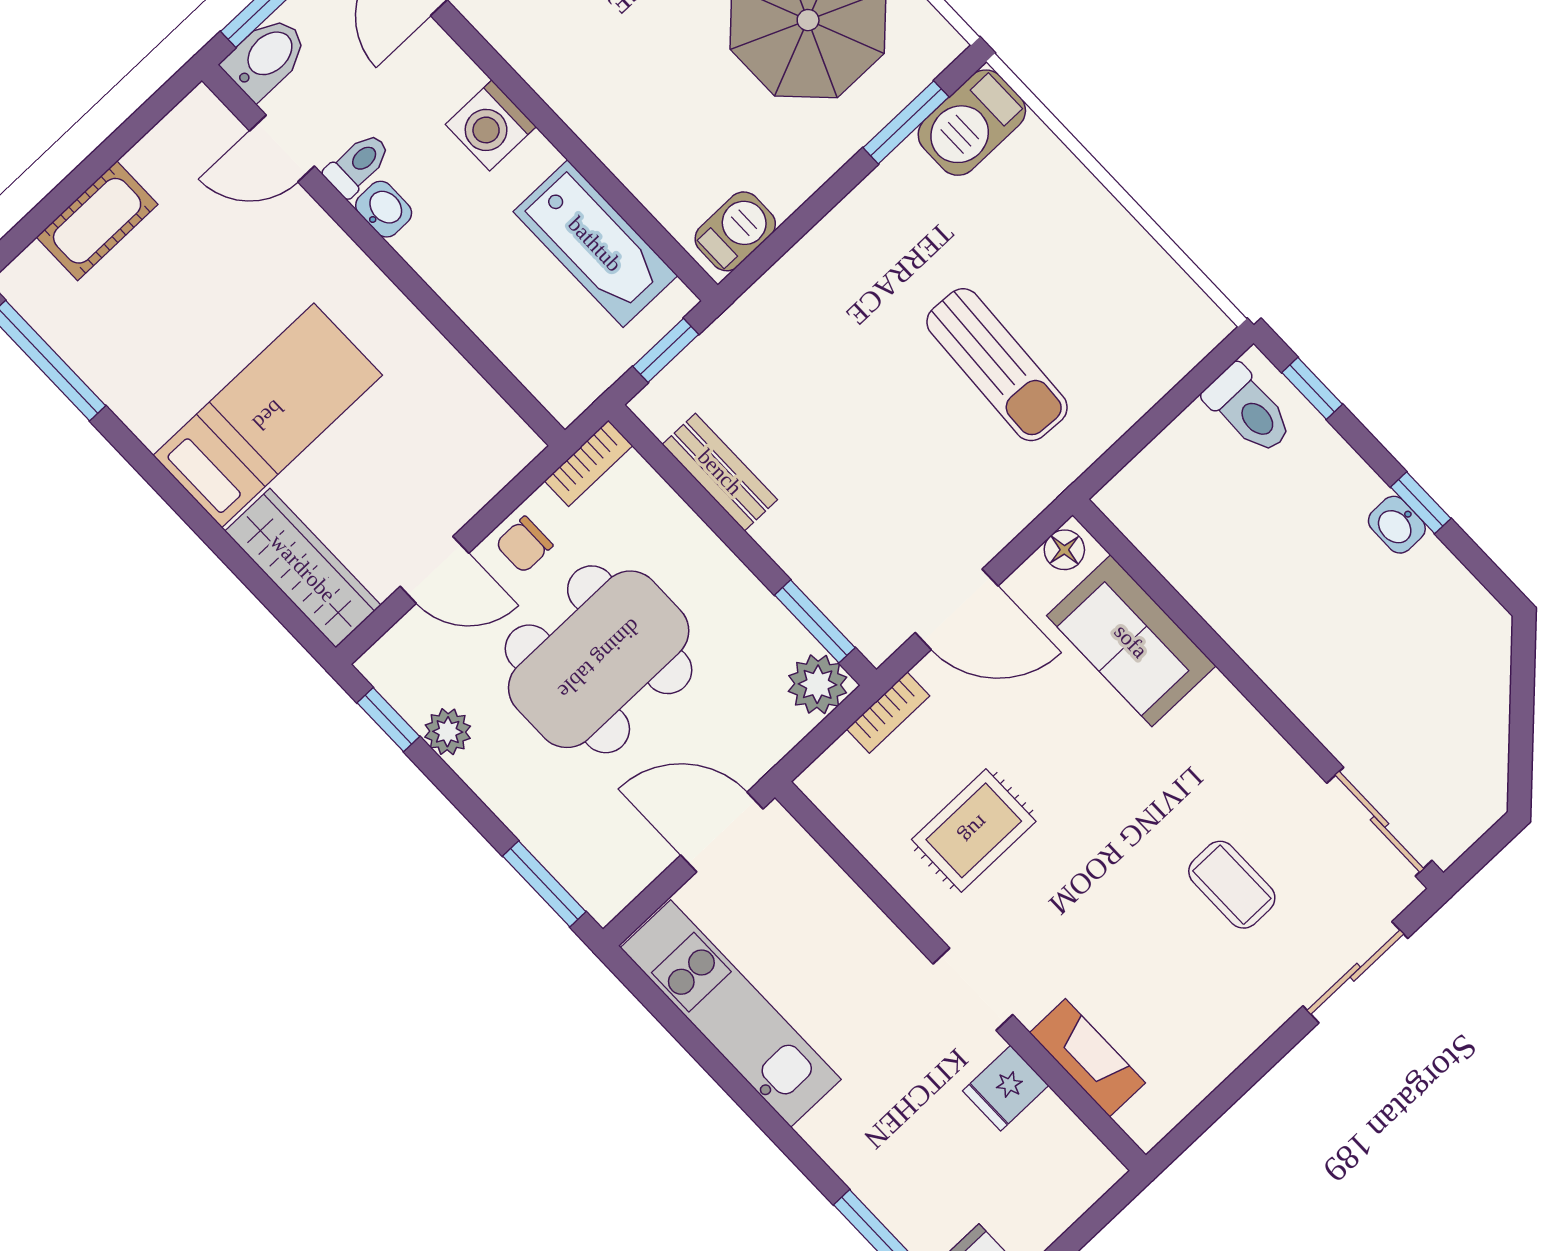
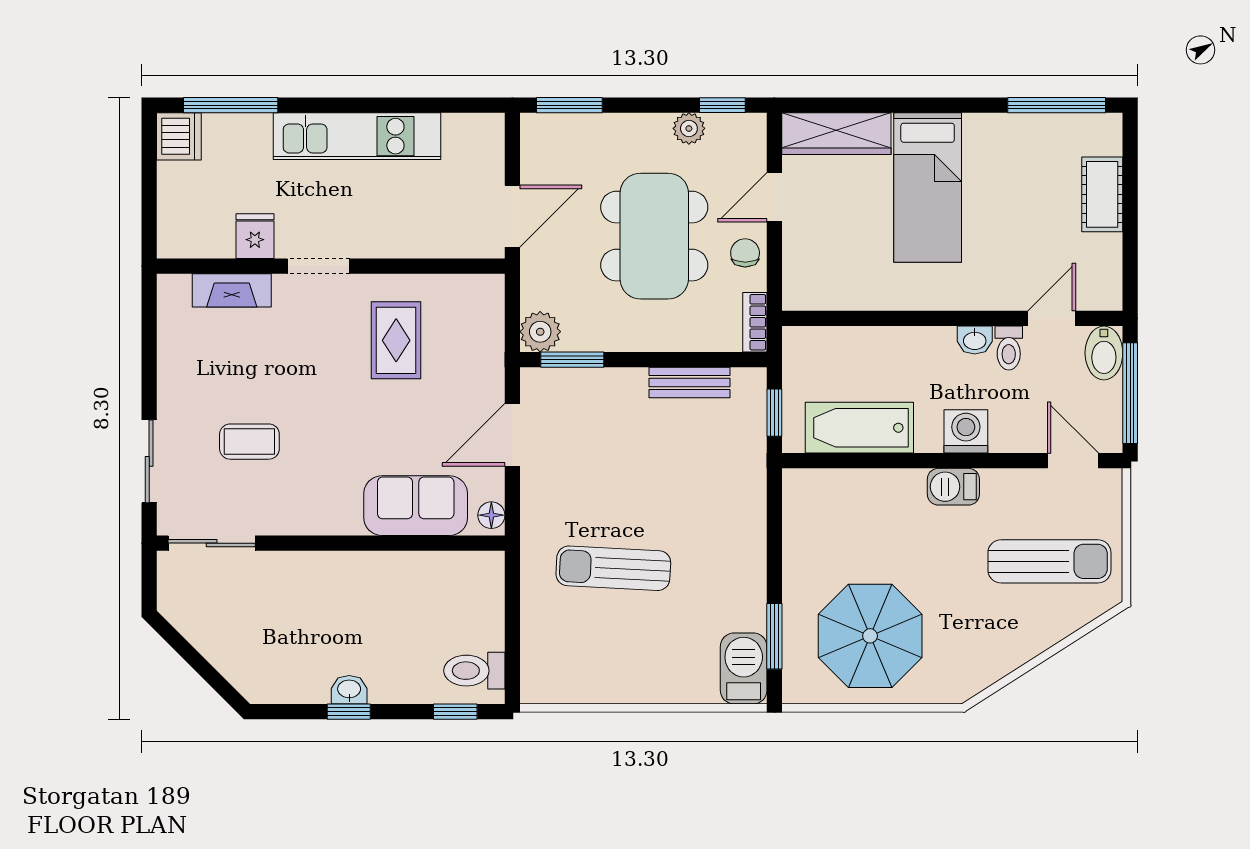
barbecue: (735, 231) -> (953, 487), moved, turned 90
bookcase: (888, 713) -> (494, 353), removed
kitchen unit: (731, 1013) -> (357, 136), moved

